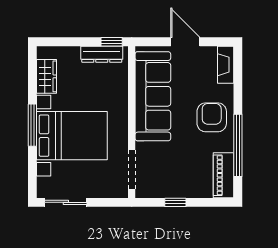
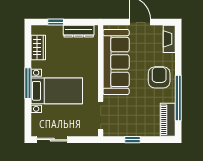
window: (112, 42) -> (56, 22), moved
bed with nightstands: (72, 136) -> (57, 91), width x0.73

